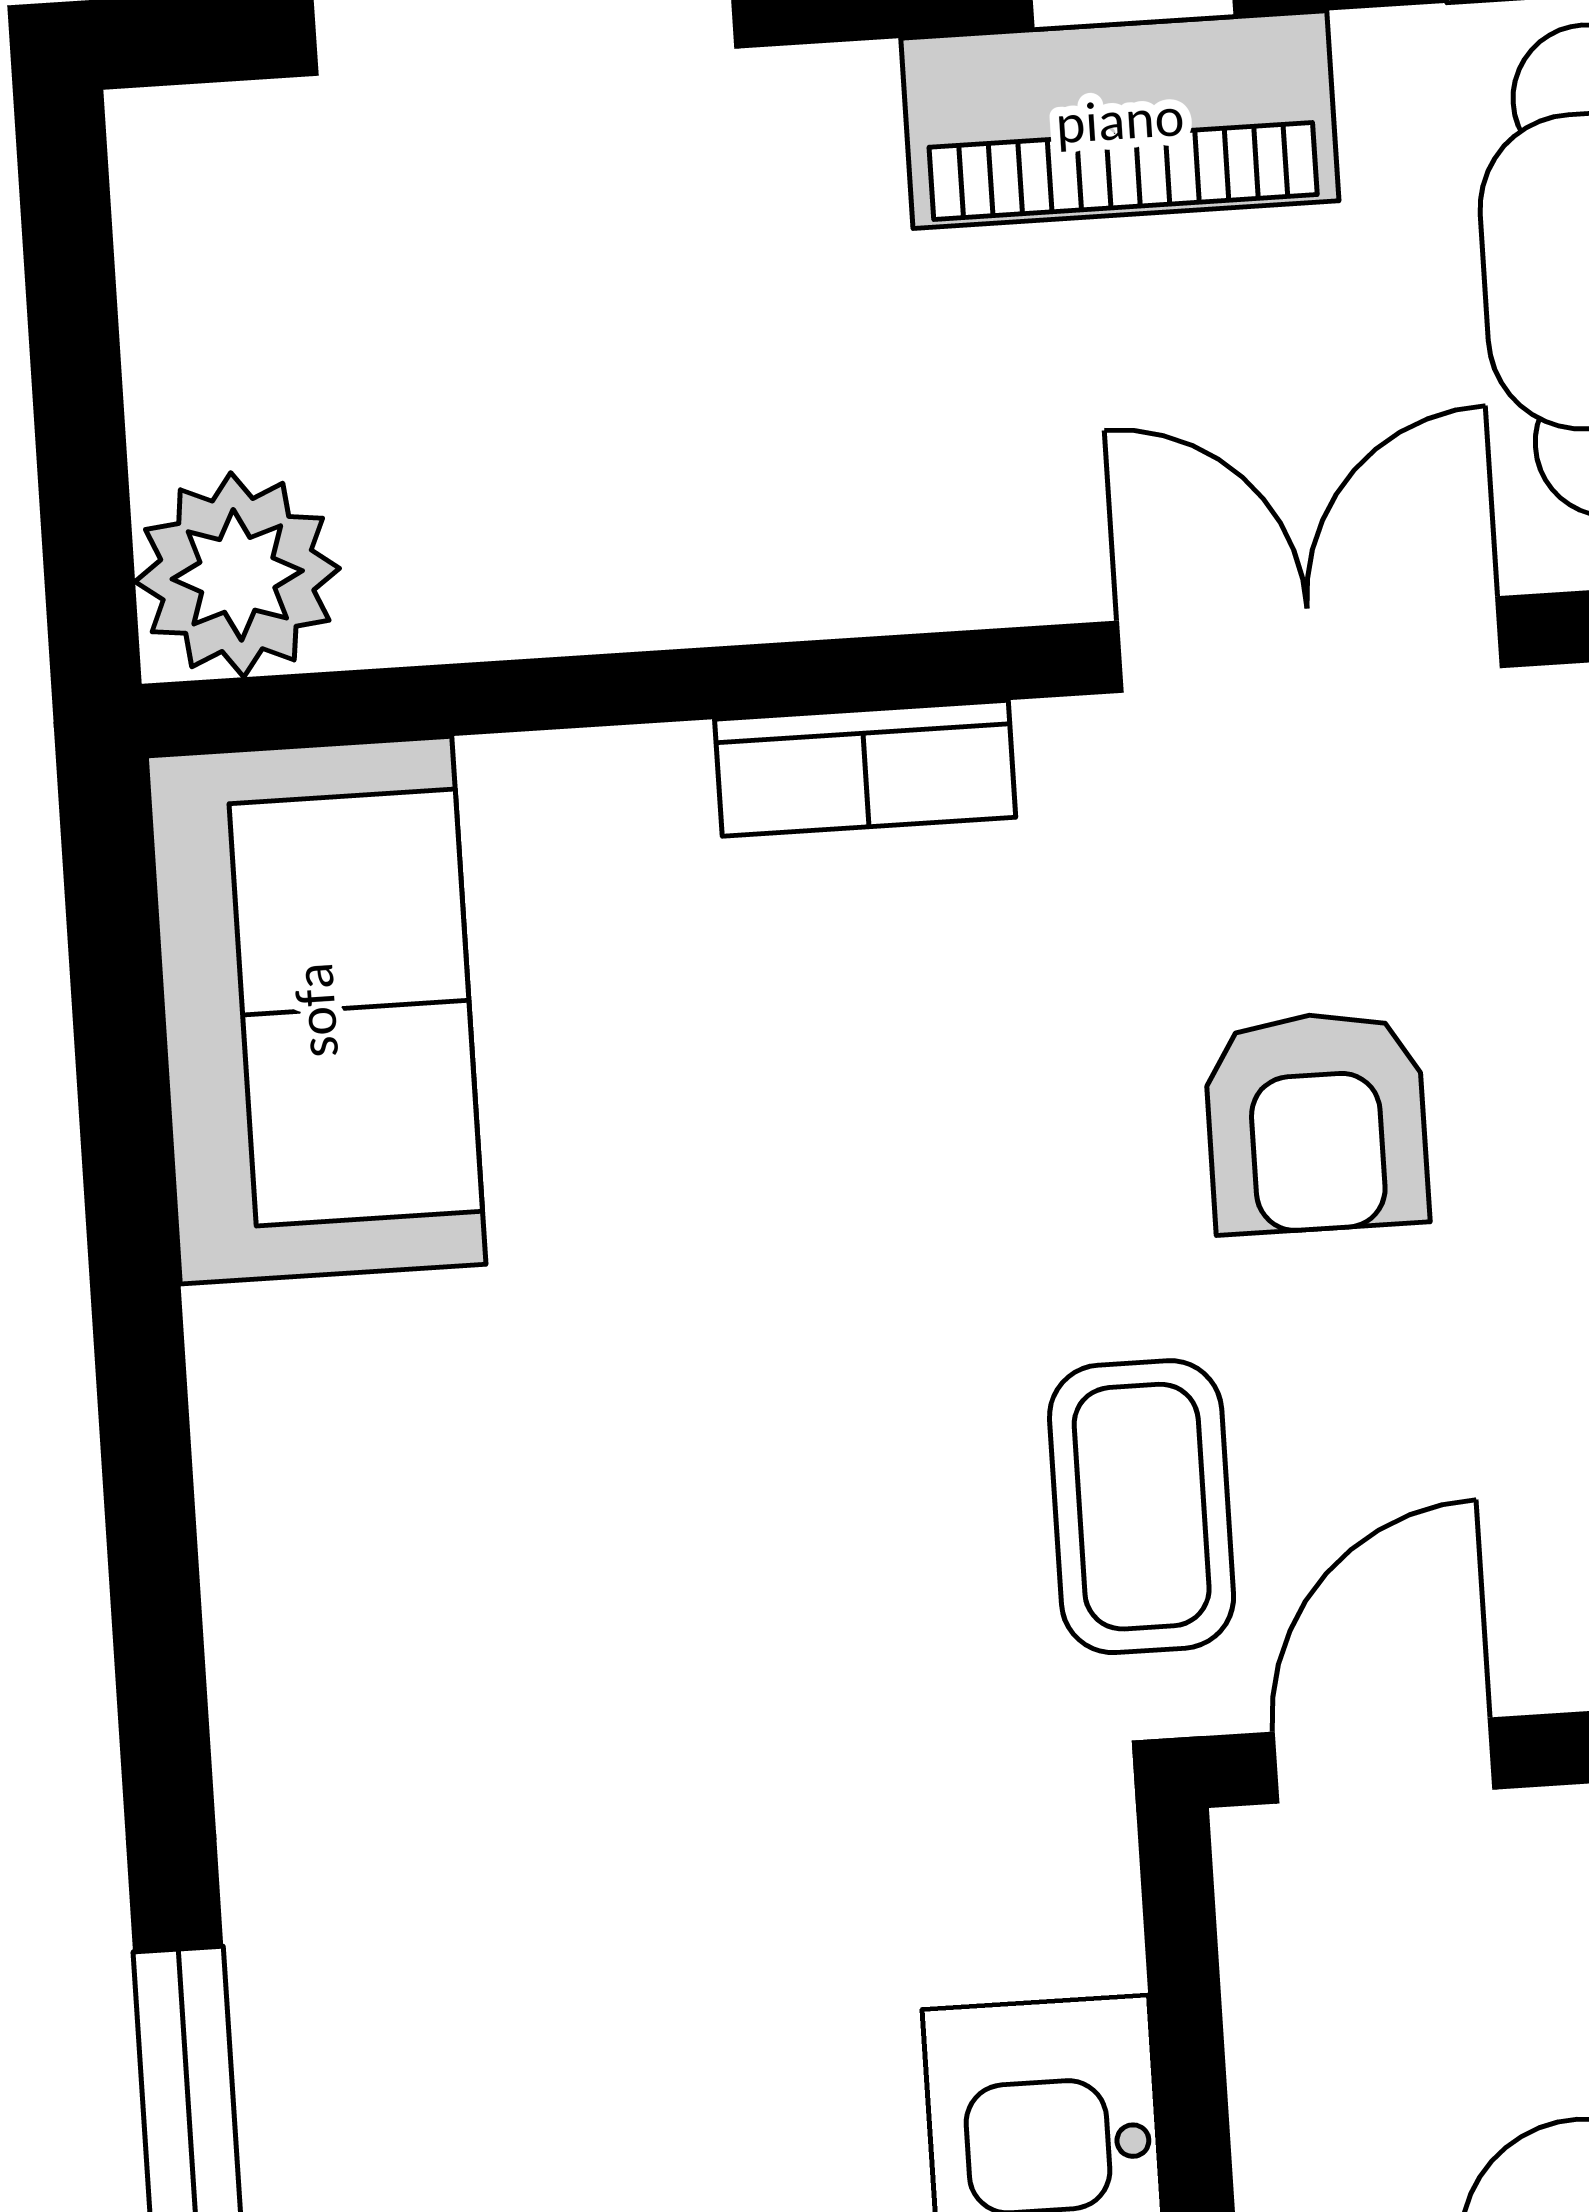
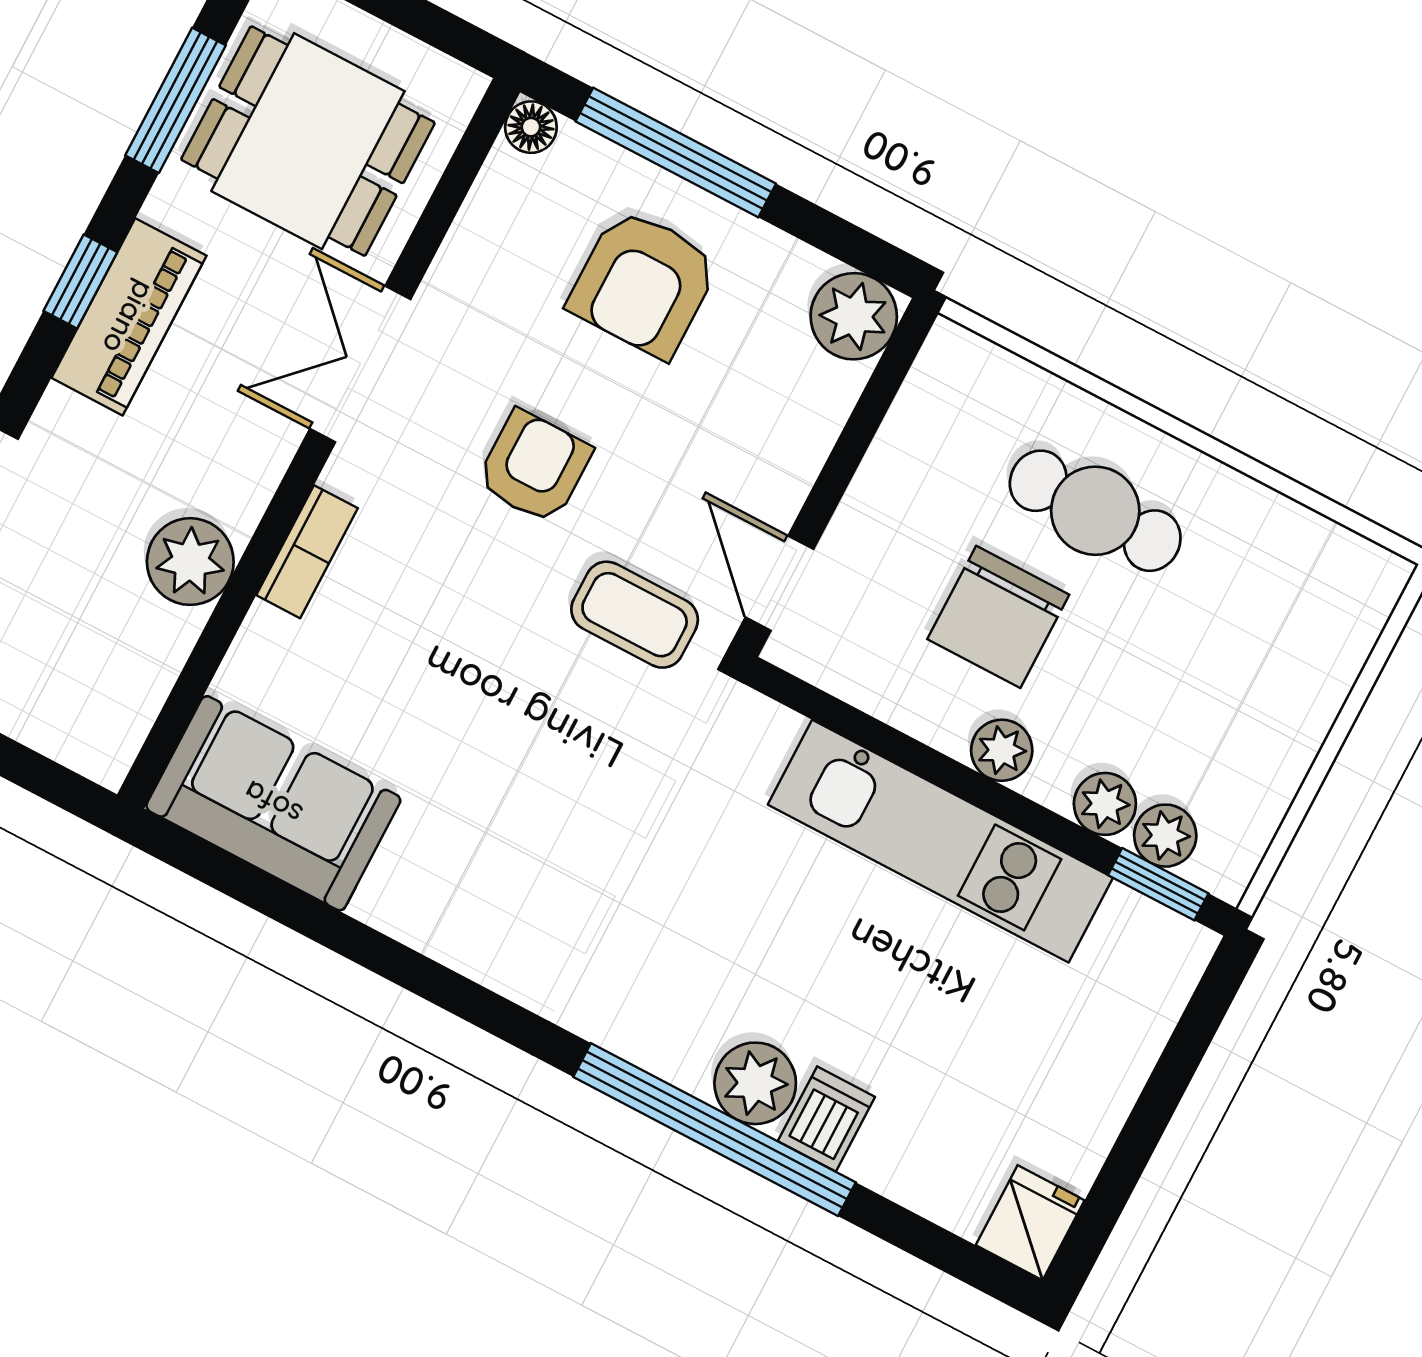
plant: (237, 575) -> (190, 562), moved
armchair: (1316, 1122) -> (534, 467), turned -90

